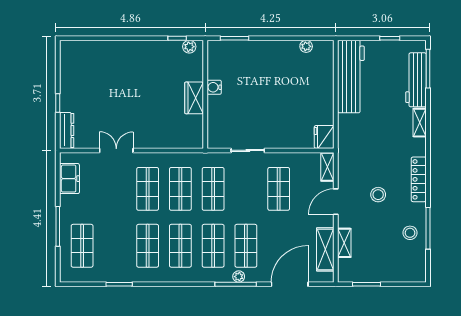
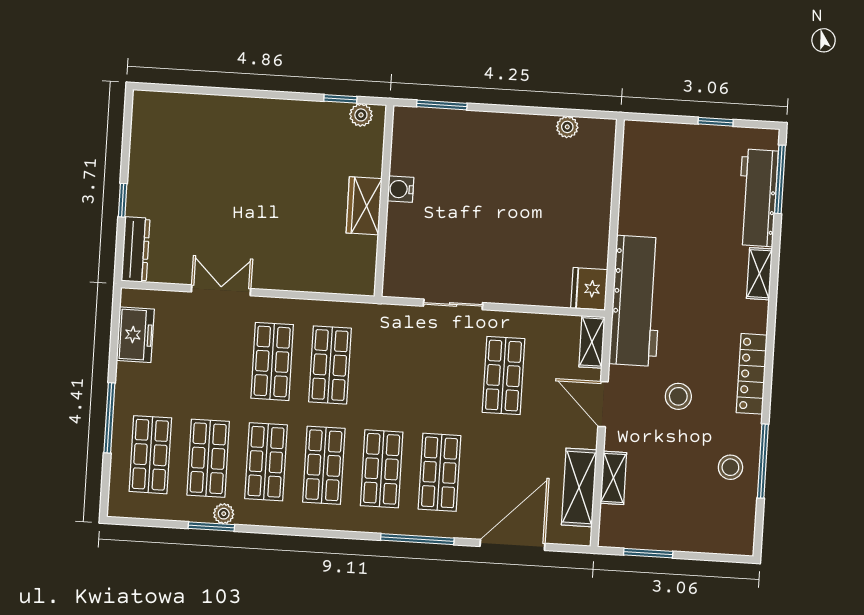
workbench: (351, 77) -> (636, 301), moved
shop shelf: (213, 189) -> (208, 458), moved
door: (336, 202) -> (603, 404), hinge flipped
plant: (239, 277) -> (224, 514), moved

